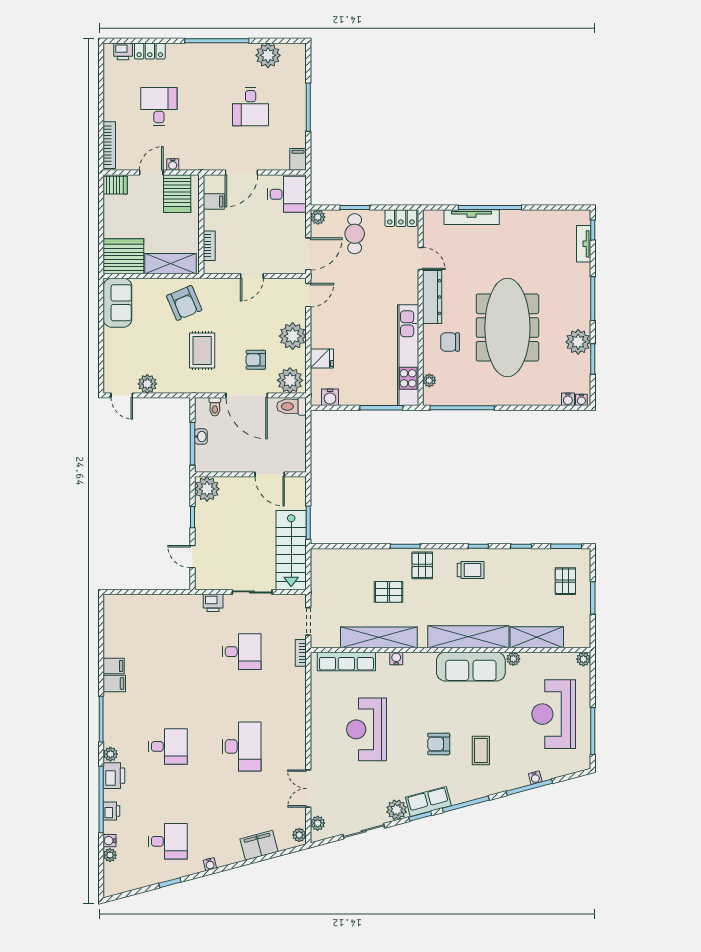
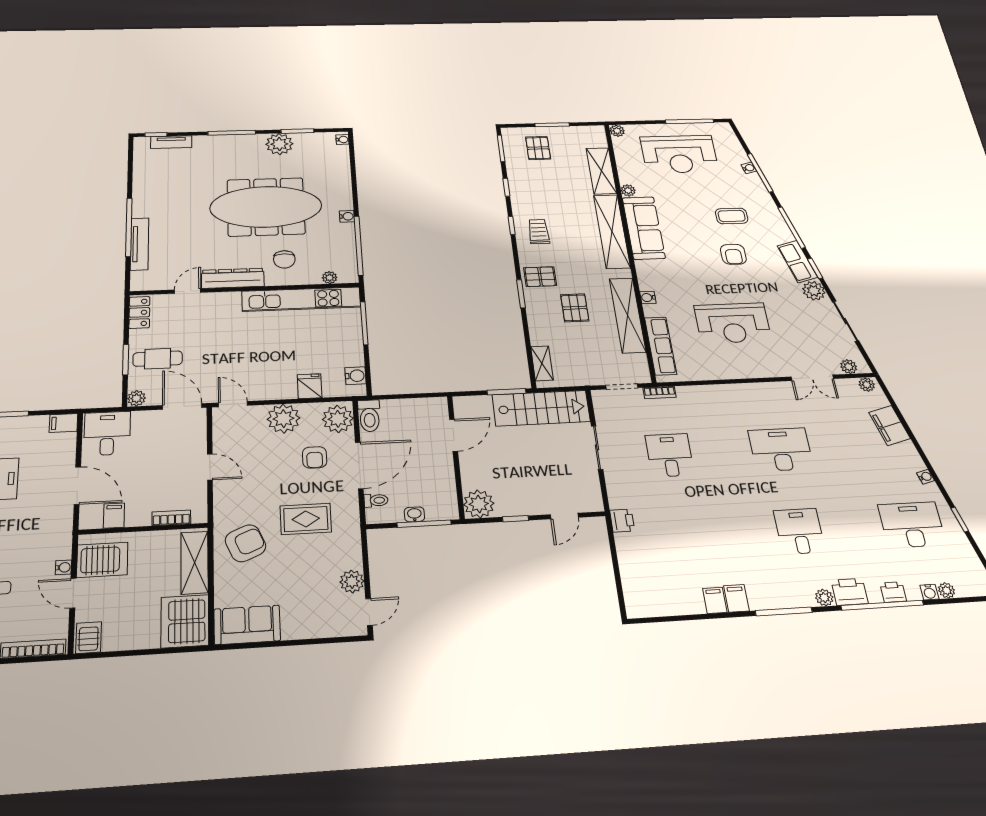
water cooler: (568, 399) -> (347, 216), moved
shelving: (334, 556) -> (542, 363), added
pallet: (565, 581) -> (538, 148), turned 90
printer: (213, 603) -> (622, 521), moved
desk: (168, 841) -> (912, 525), width x1.37

